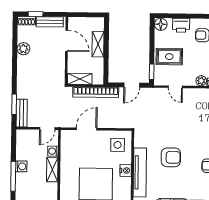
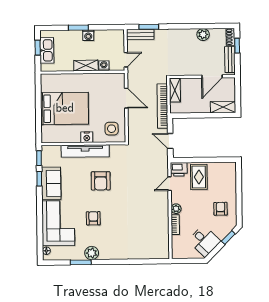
floor lamp: (161, 24) -> (230, 168), removed
printer: (181, 25) -> (179, 169), moved, turned -90
shelving: (98, 44) -> (223, 107), moved
window: (152, 72) -> (184, 160), removed
door: (47, 129) -> (126, 60), swing flipped
window: (13, 176) -> (78, 28), width x0.69

